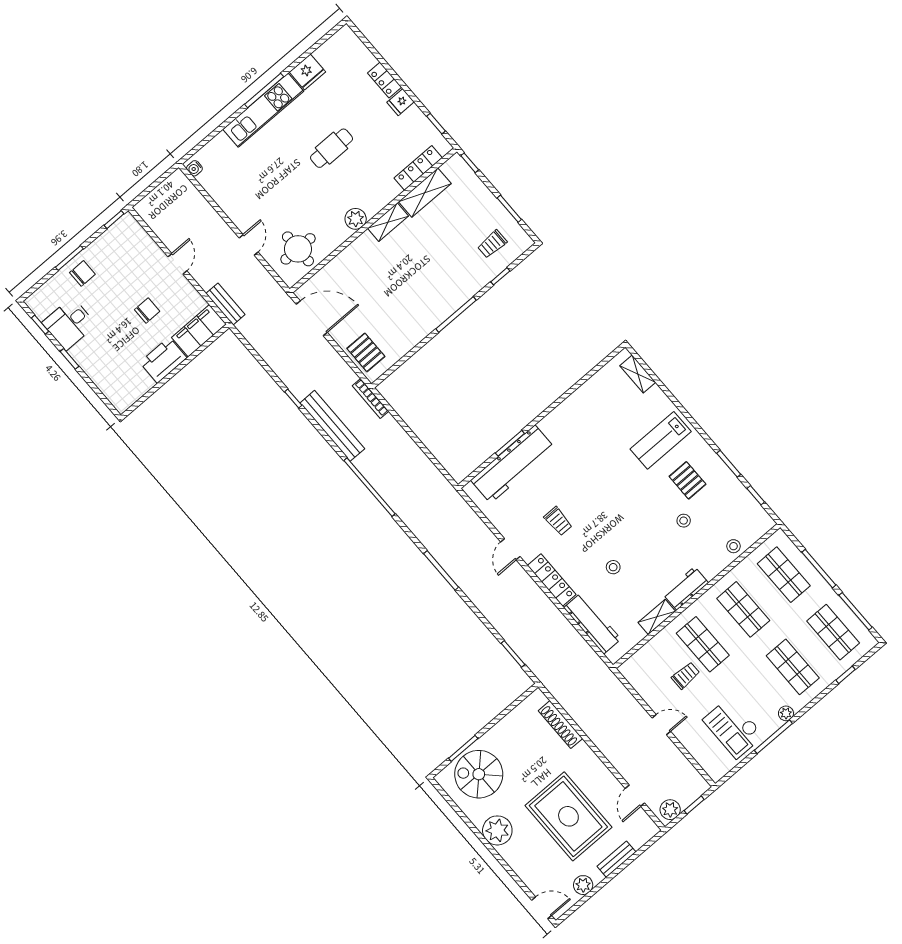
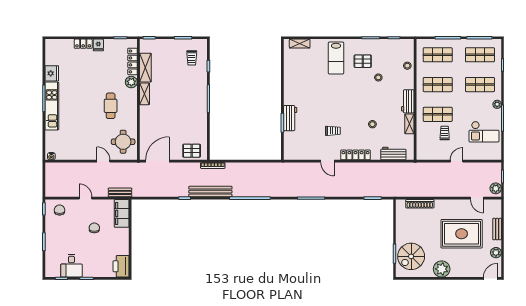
cafe table: (332, 148) -> (111, 106), moved
plant: (356, 219) -> (131, 82), moved
chair: (82, 273) -> (60, 210), moved
printer: (163, 360) -> (121, 266), moved
workbench: (513, 464) -> (290, 118), width x0.53, depth x0.76
workbench: (592, 623) -> (393, 153), width x0.73

